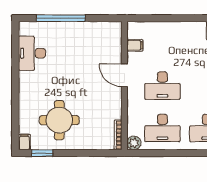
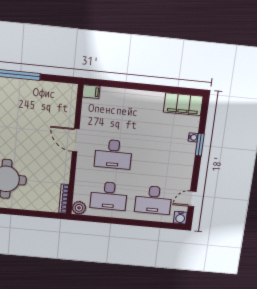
filing cabinet: (135, 45) -> (91, 92), moved

